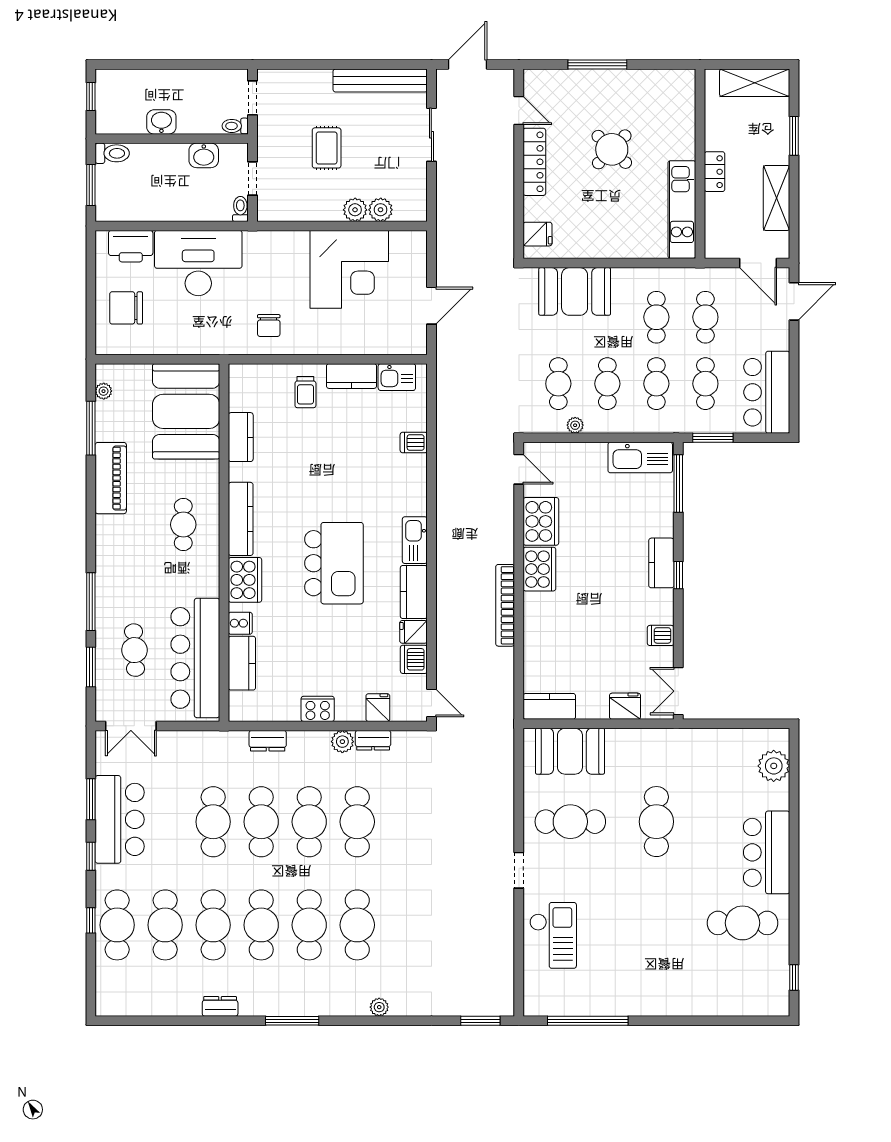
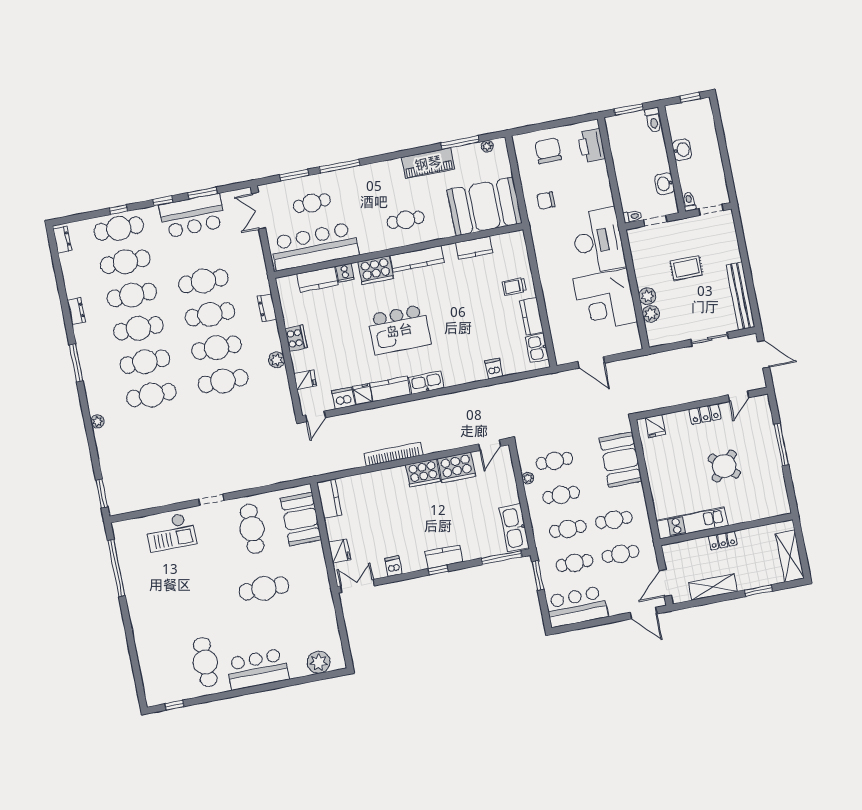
locker: (534, 162) -> (705, 414), width x0.66
desk: (198, 263) -> (598, 241), moved
chair: (269, 326) -> (546, 201), moved
dresser: (373, 740) -> (62, 240), moved, turned 180

